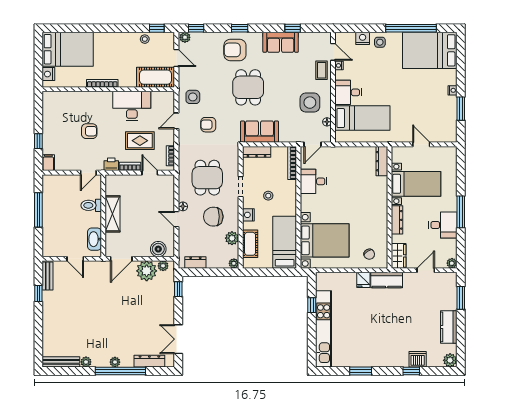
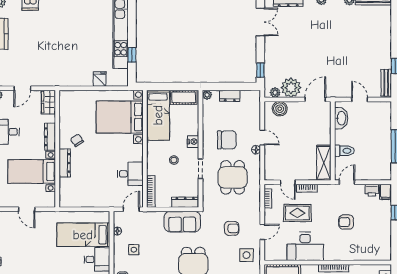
side table: (310, 103) -> (134, 250), width x0.54, depth x0.54
dresser: (382, 161) -> (65, 163), moved
printer: (111, 164) -> (372, 190), moved
shelving: (112, 214) -> (324, 163), moved
plant: (232, 238) -> (209, 119), removed
cot: (250, 244) -> (184, 97), moved, turned 90
chair: (369, 254) -> (77, 140), moved
dresser: (195, 262) -> (230, 96), moved
fridge: (363, 280) -> (100, 79), moved
kitchen counter: (387, 280) -> (60, 79), removed

